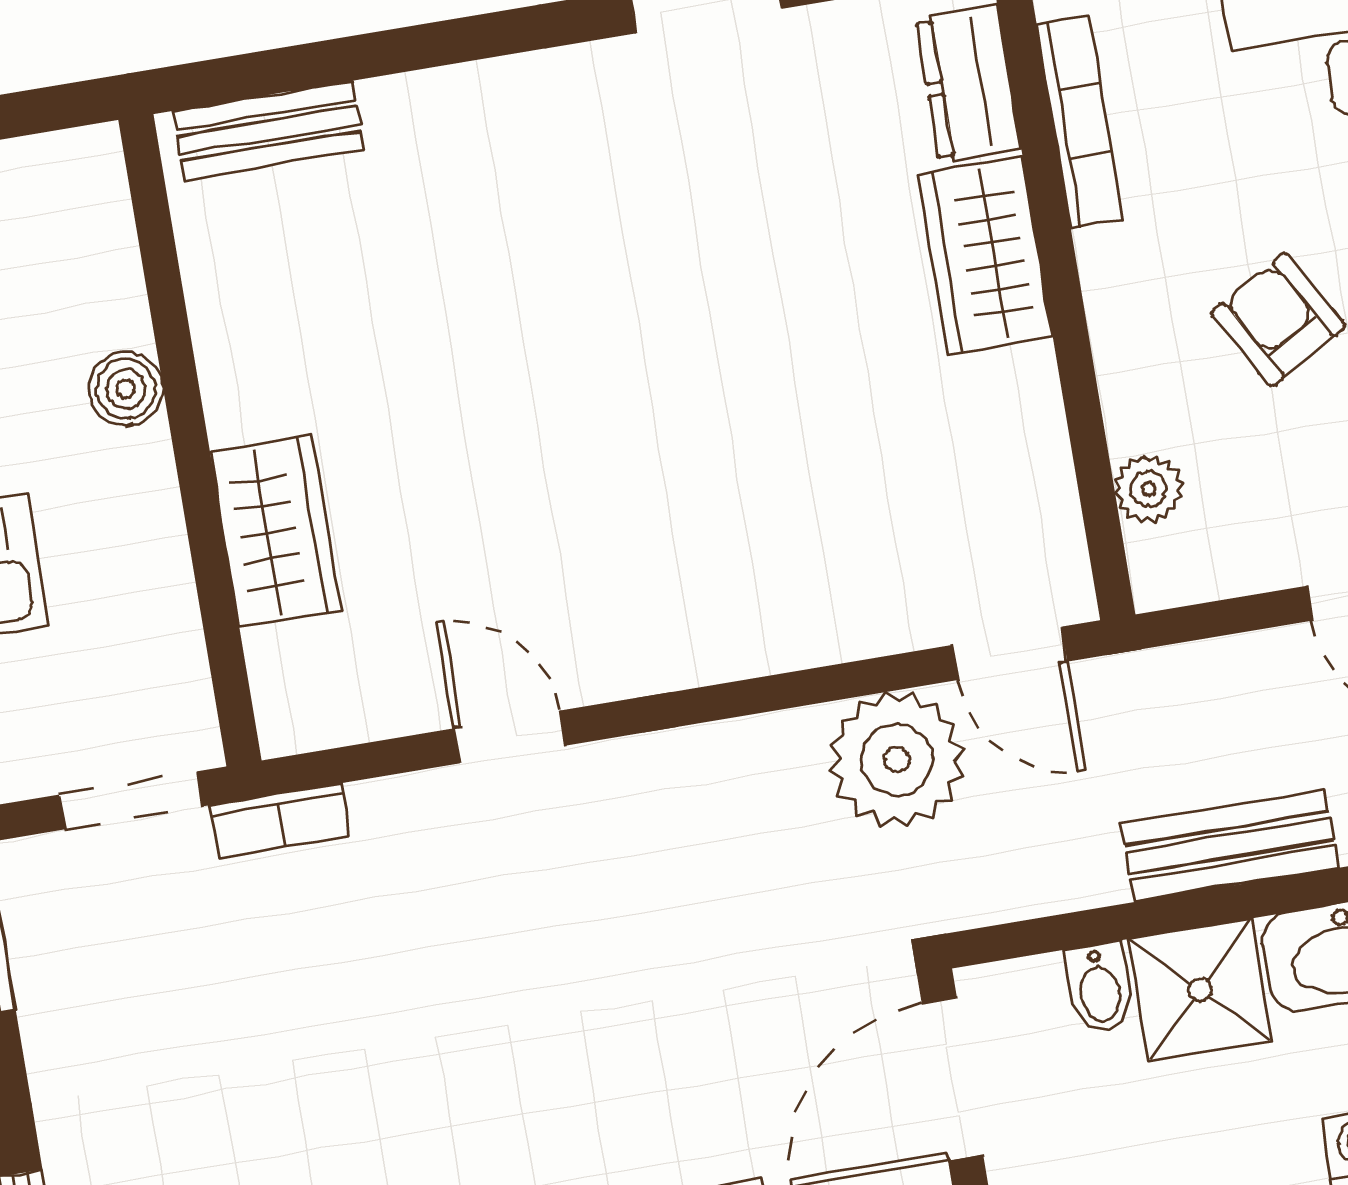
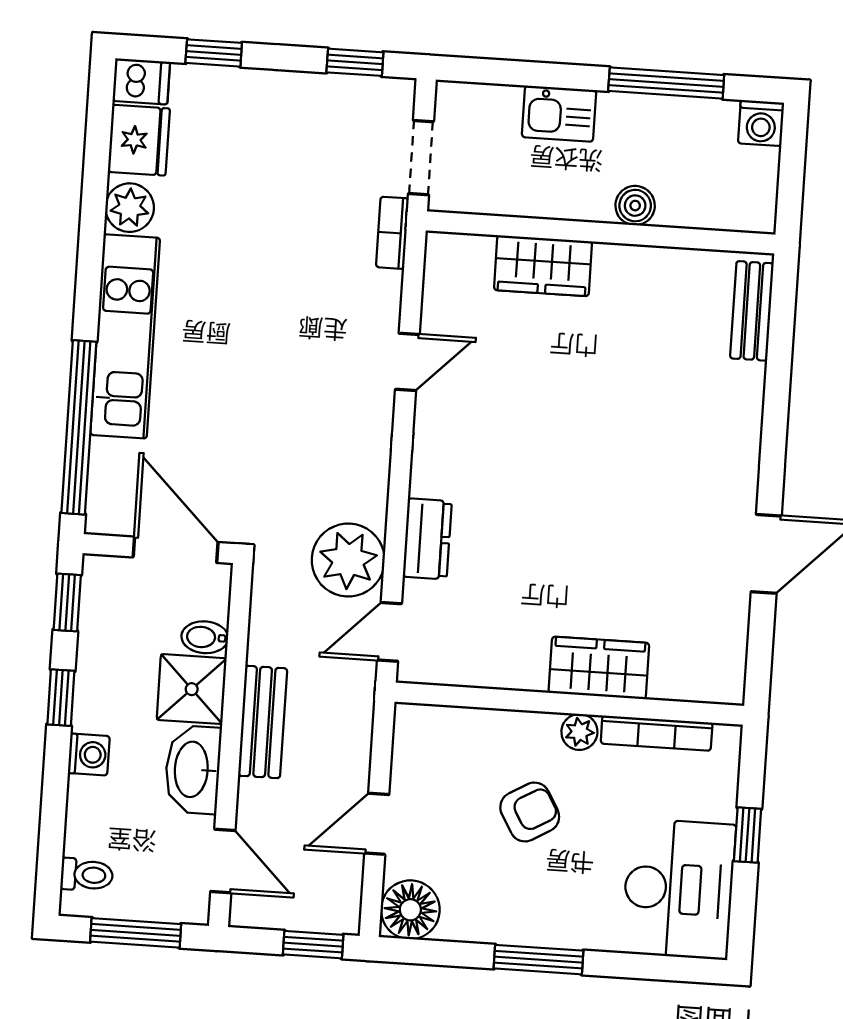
dresser: (968, 84) -> (427, 539), moved, turned 90
plant: (1148, 489) -> (579, 732), moved

